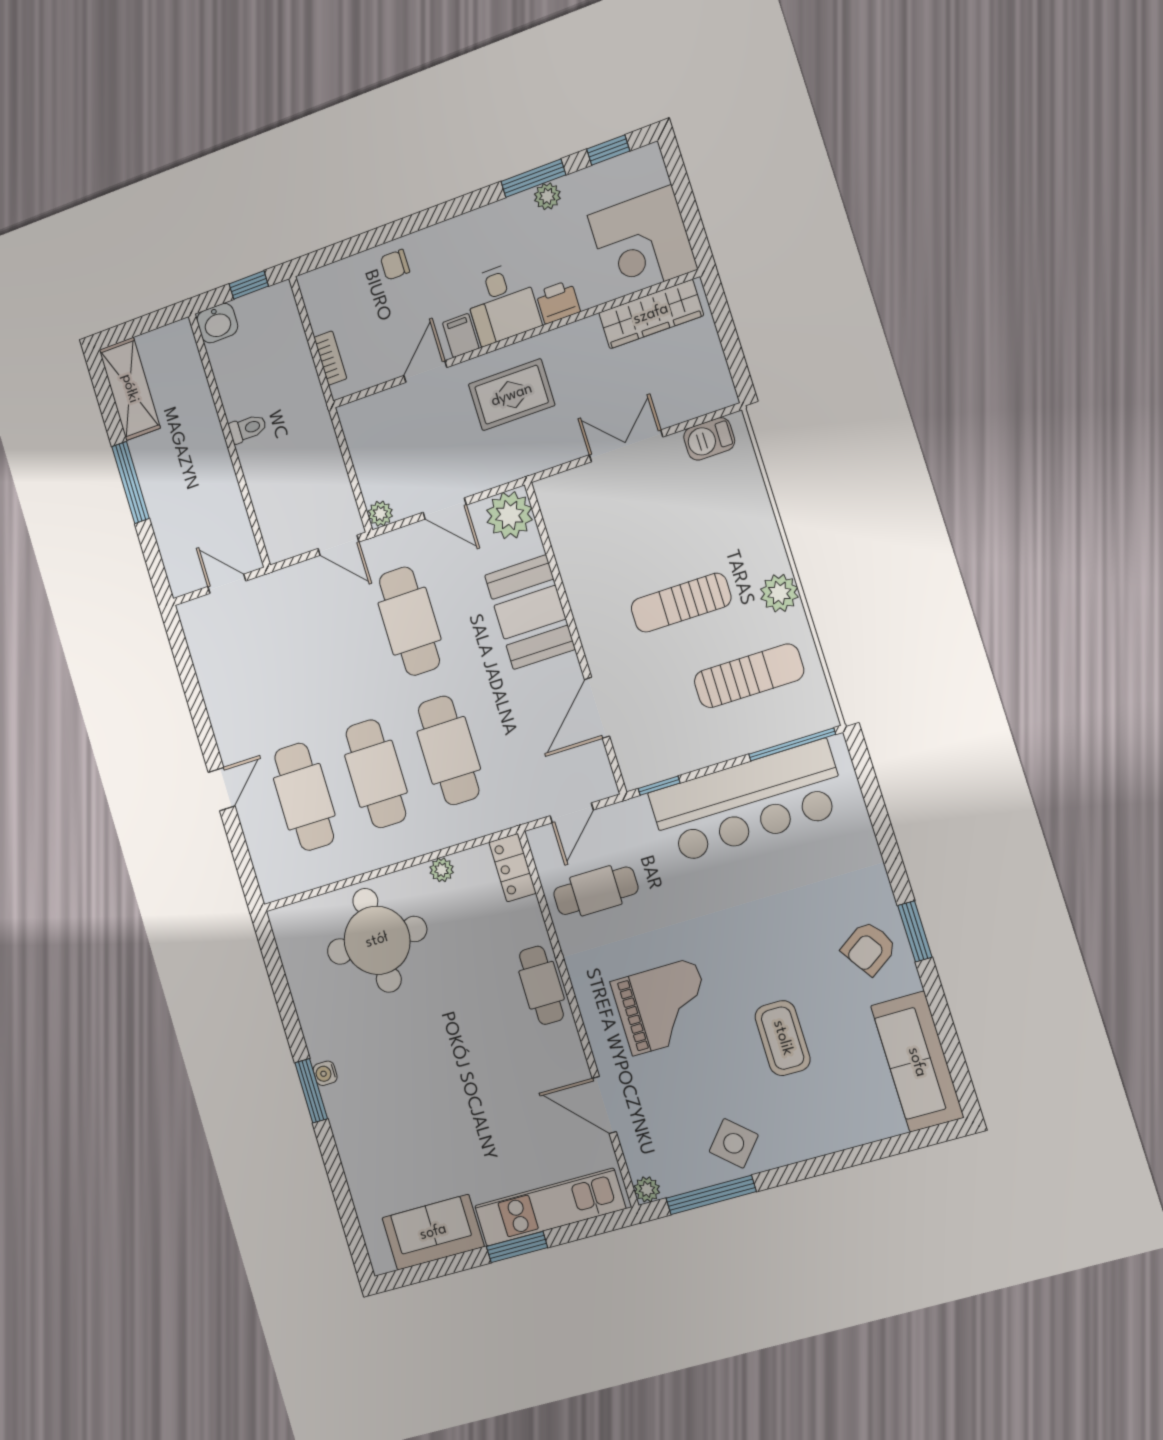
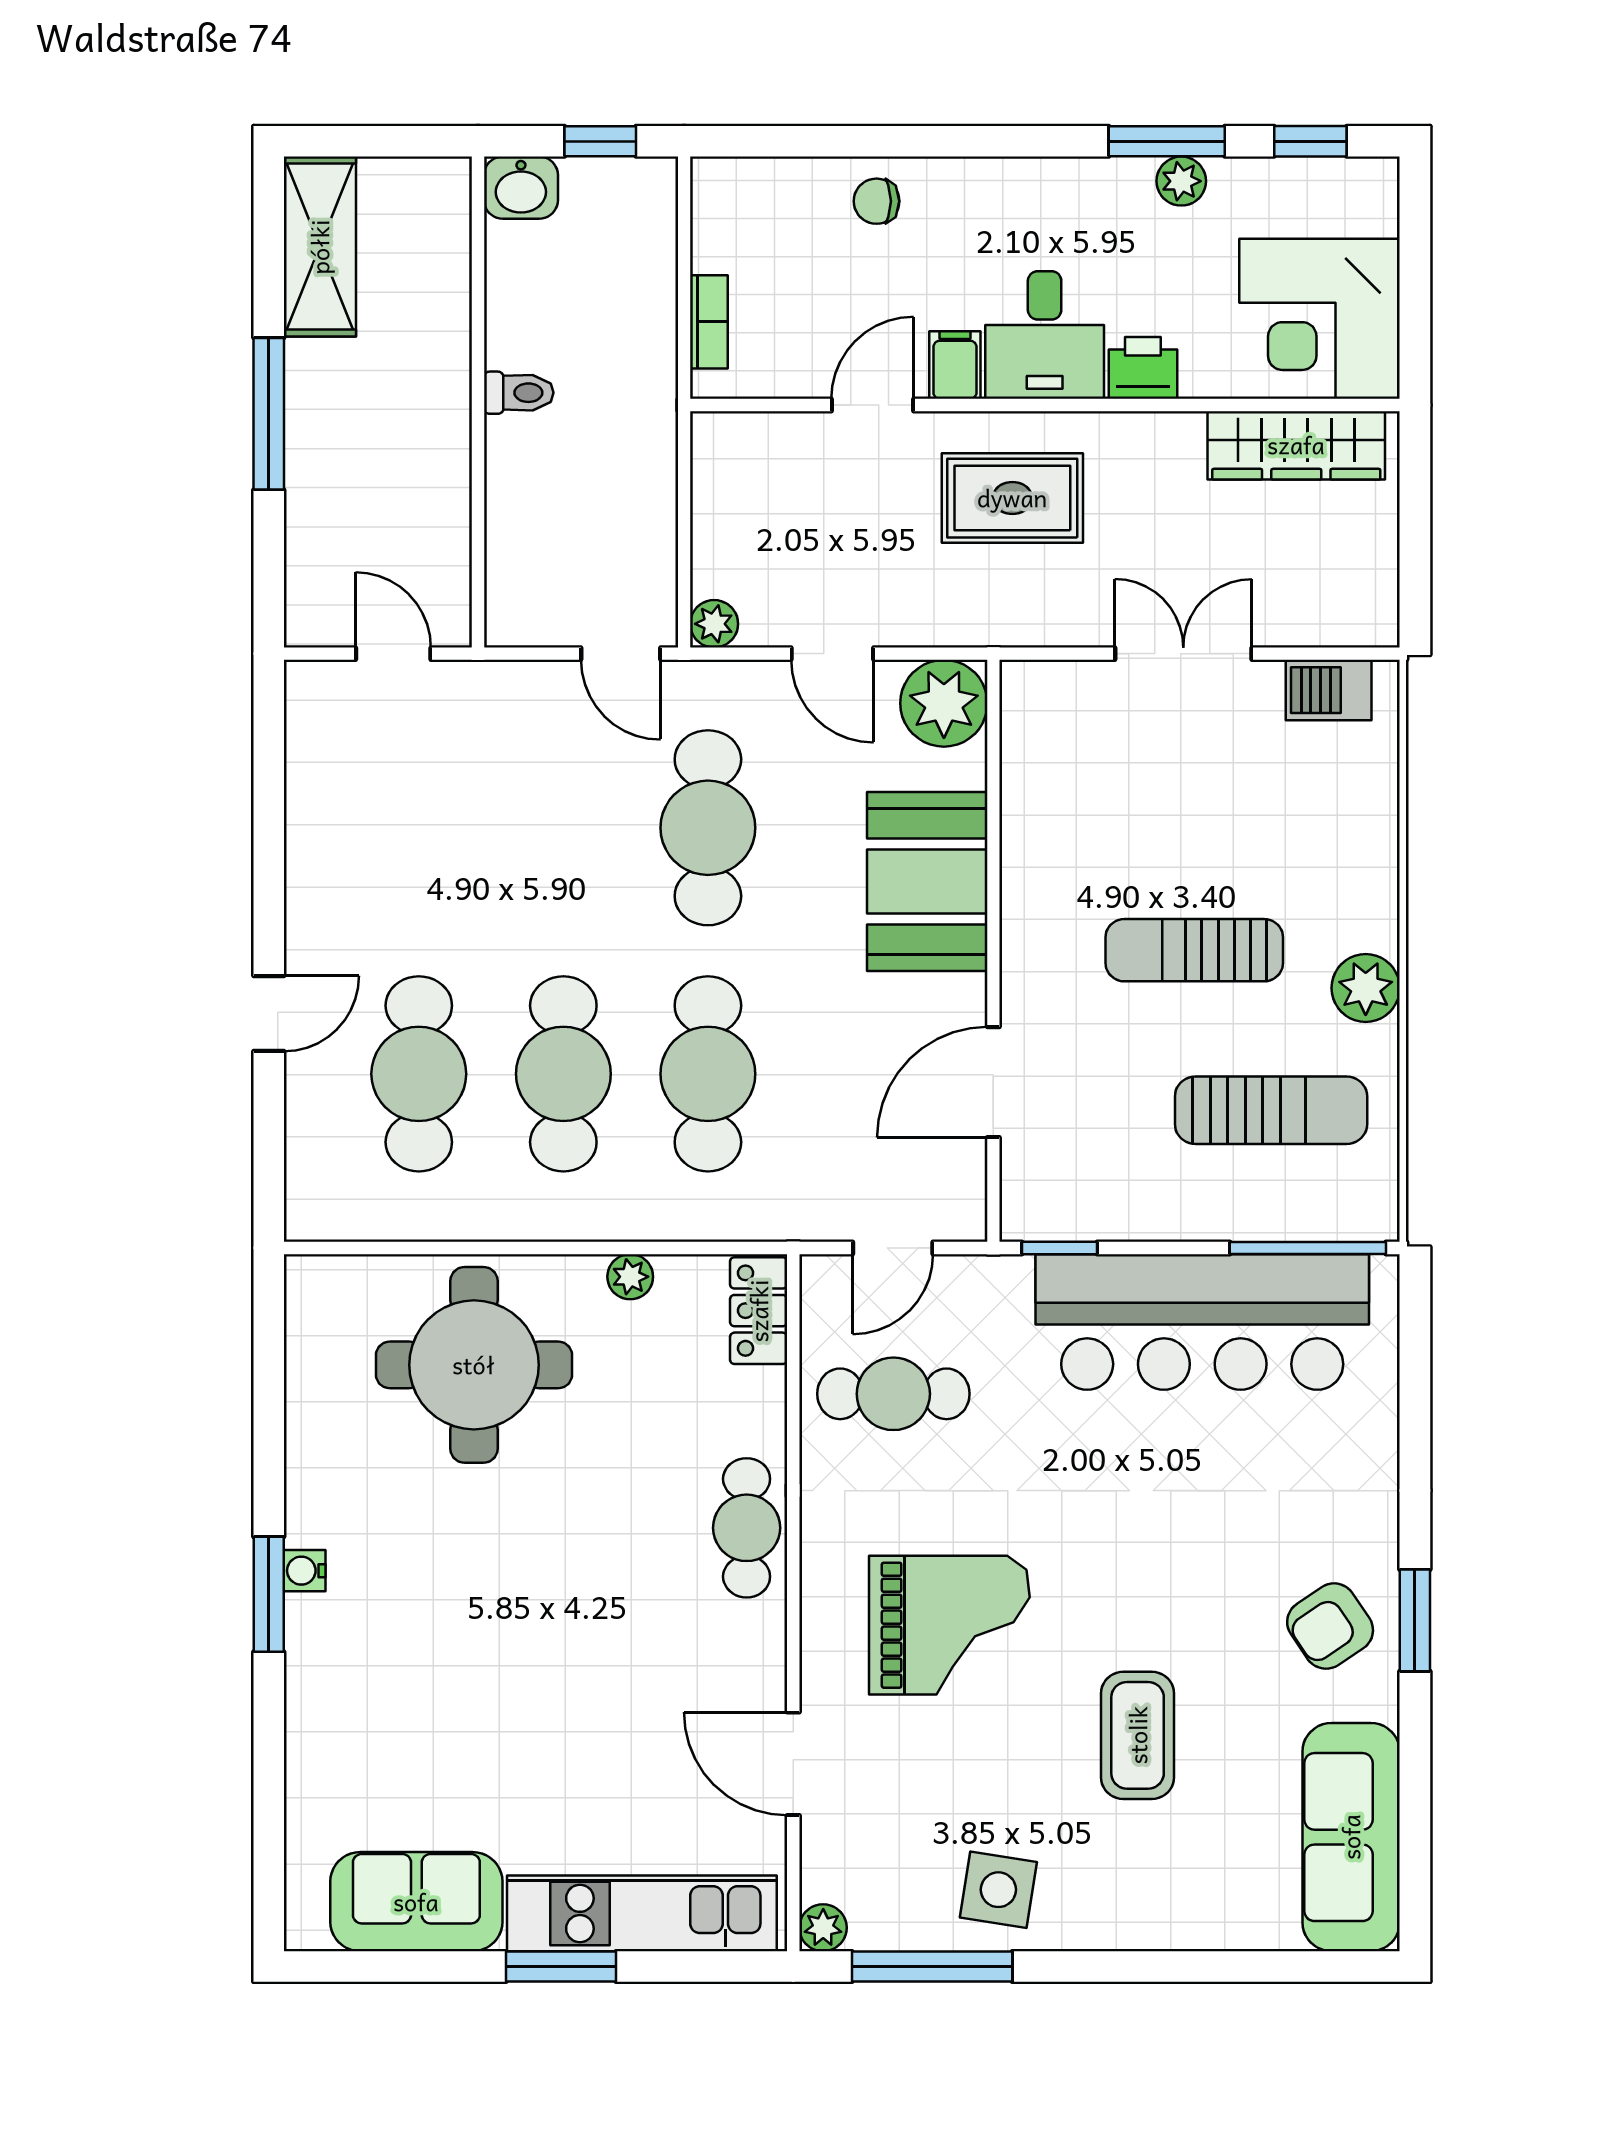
side table: (734, 1143) -> (998, 1890), turned -32

